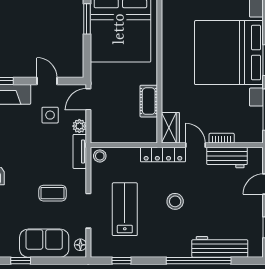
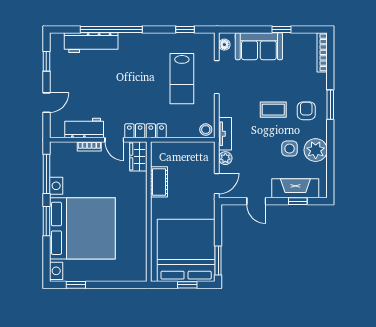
side table: (50, 115) -> (290, 149), moved
coffee table: (52, 193) -> (273, 110), moved
stool: (175, 201) -> (134, 86), removed

